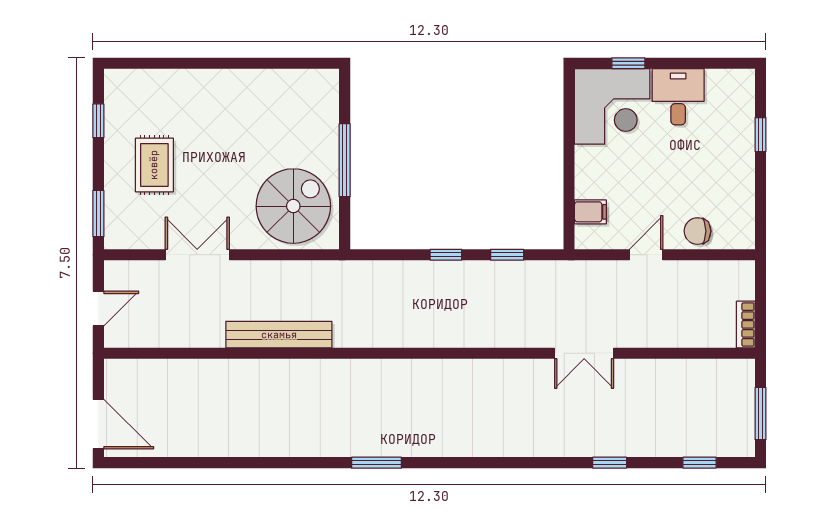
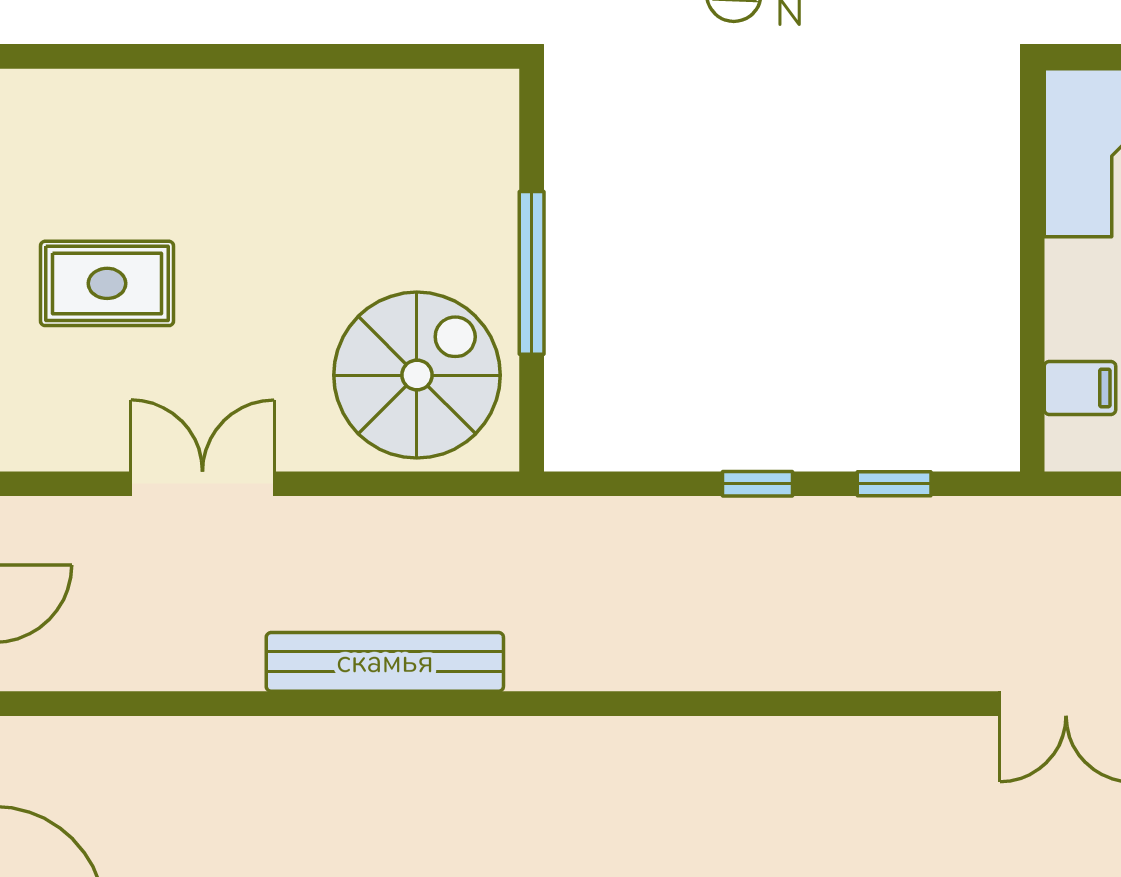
rug: (154, 165) -> (107, 283), turned 90

